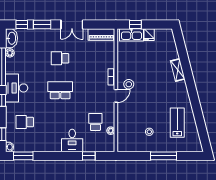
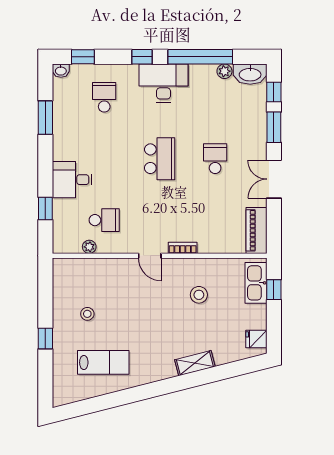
fridge: (149, 35) -> (256, 339), moved
stool: (129, 84) -> (199, 295), moved
window: (23, 156) -> (45, 118), moved
window: (163, 156) -> (45, 338), width x0.46

